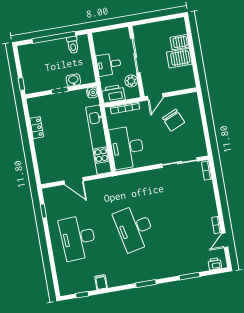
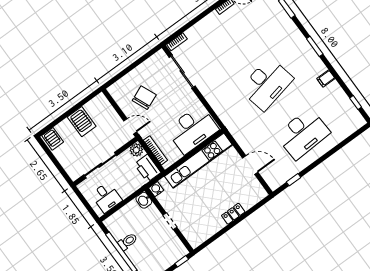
server rack: (180, 42) -> (53, 139), moved
toilet: (73, 45) -> (128, 242), moved
desk: (109, 64) -> (106, 197), moved
washbasin: (73, 80) -> (144, 200), moved
plant: (131, 81) -> (136, 150), moved
locker: (37, 128) -> (233, 214), moved
door: (74, 181) -> (250, 165), hinge flipped
filing cabinet: (101, 282) -> (326, 78), moved

